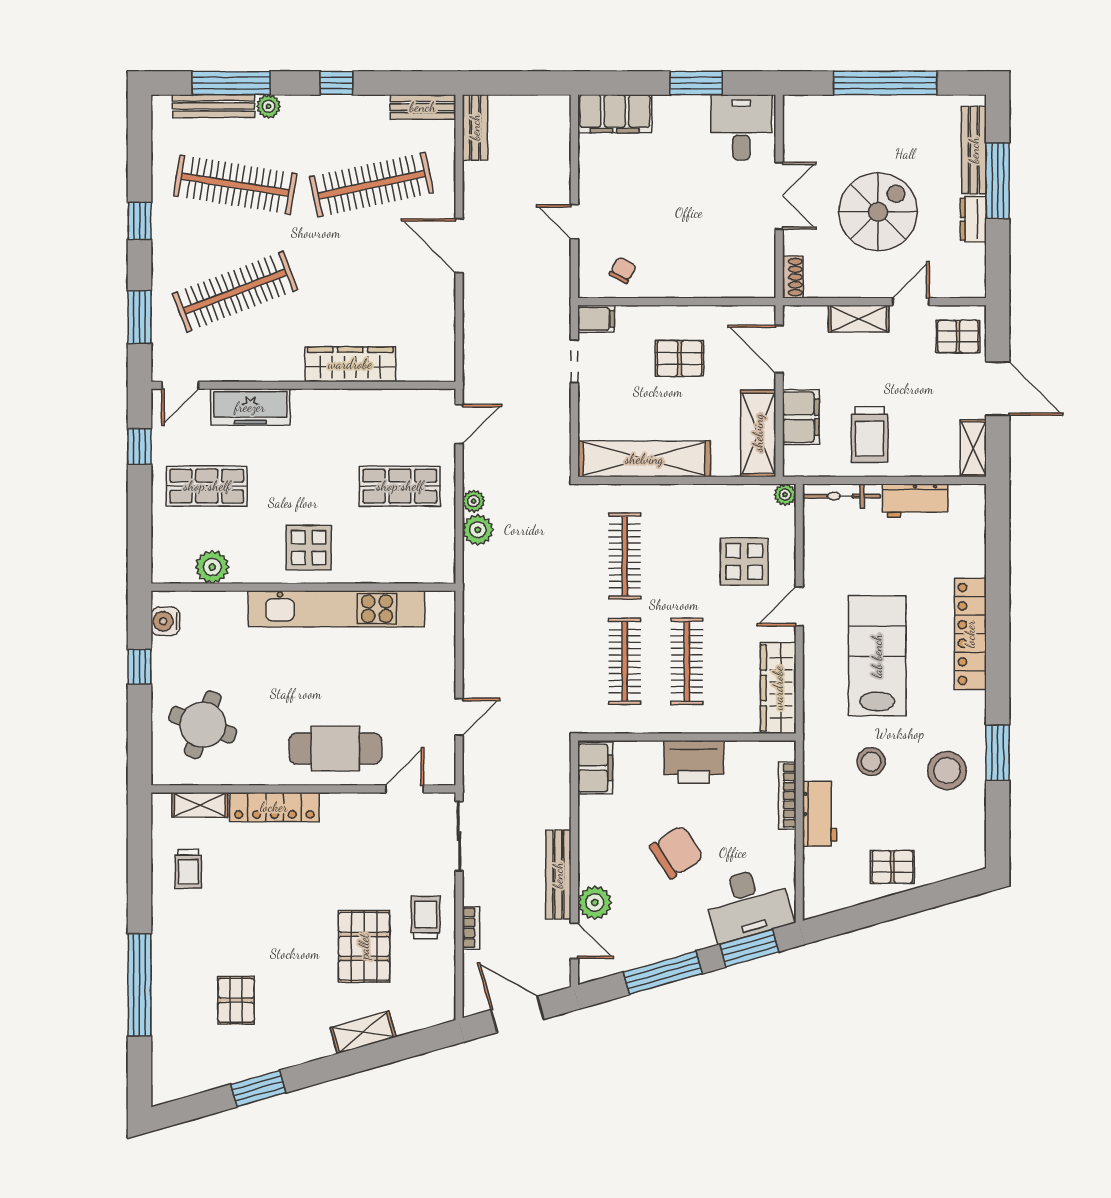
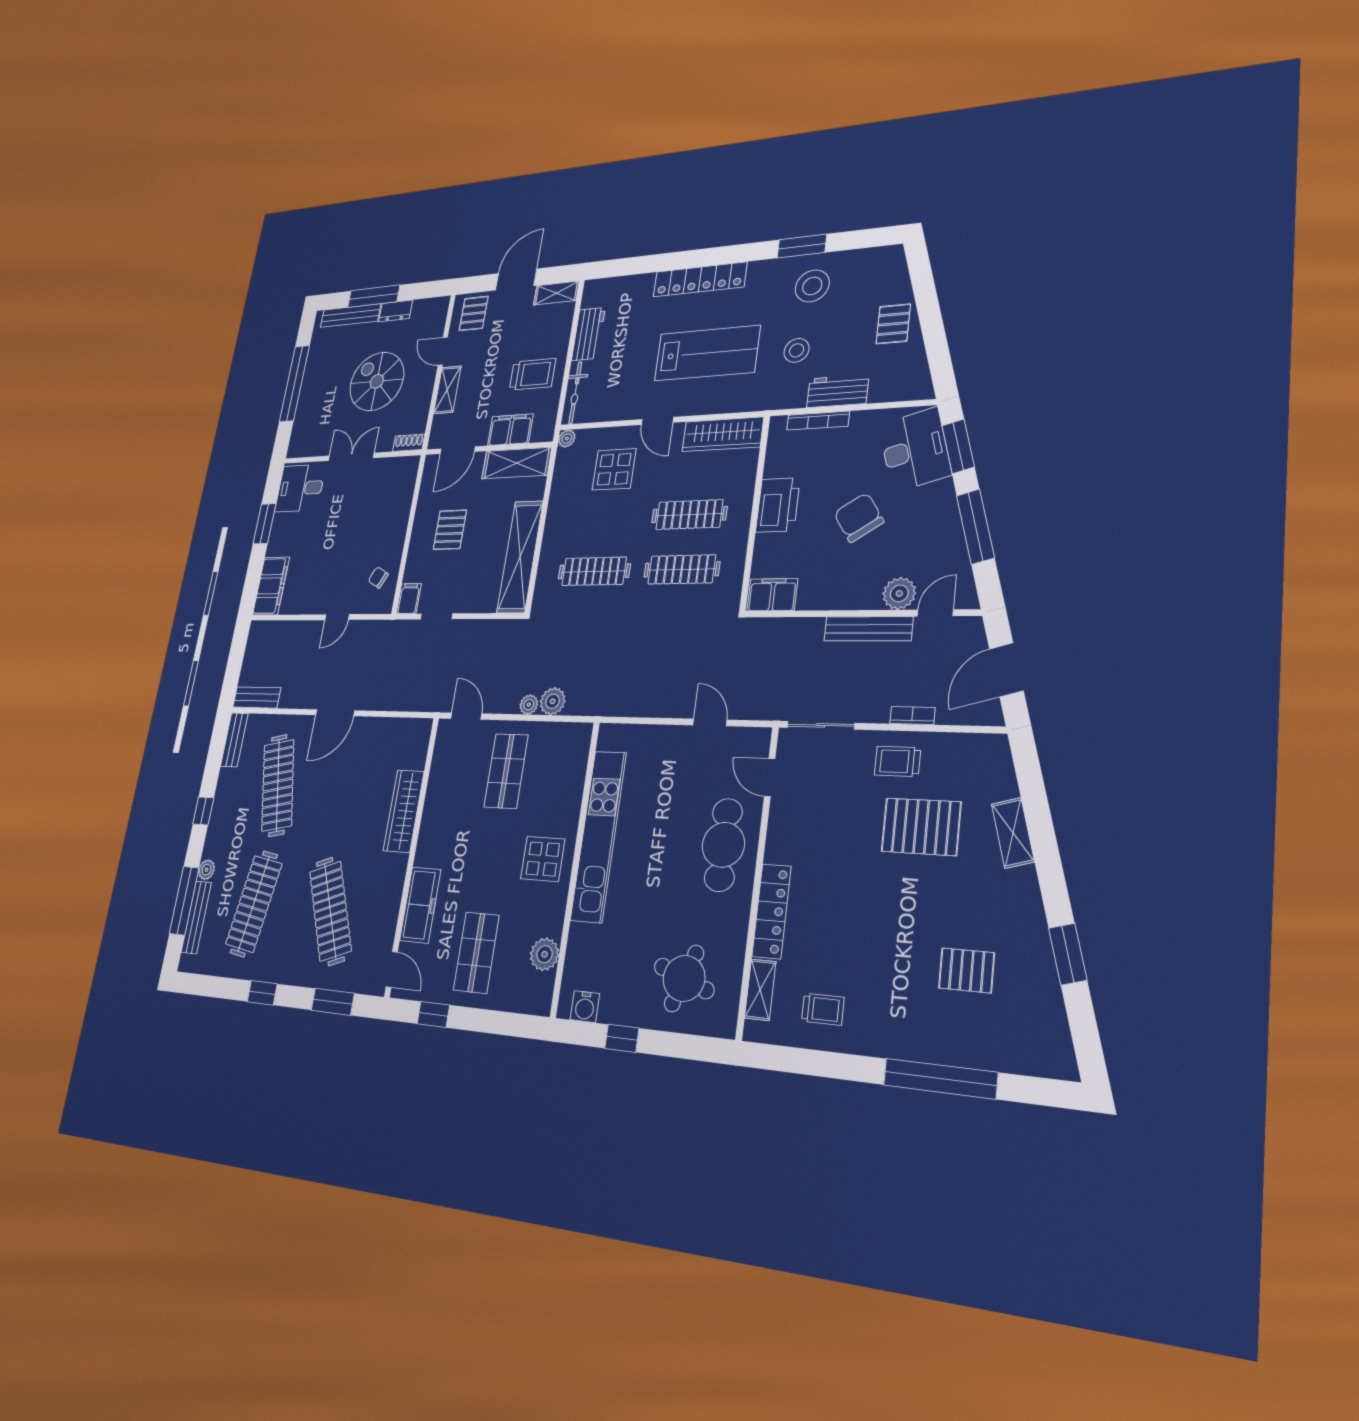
lab bench: (877, 656) -> (707, 353), turned 180

